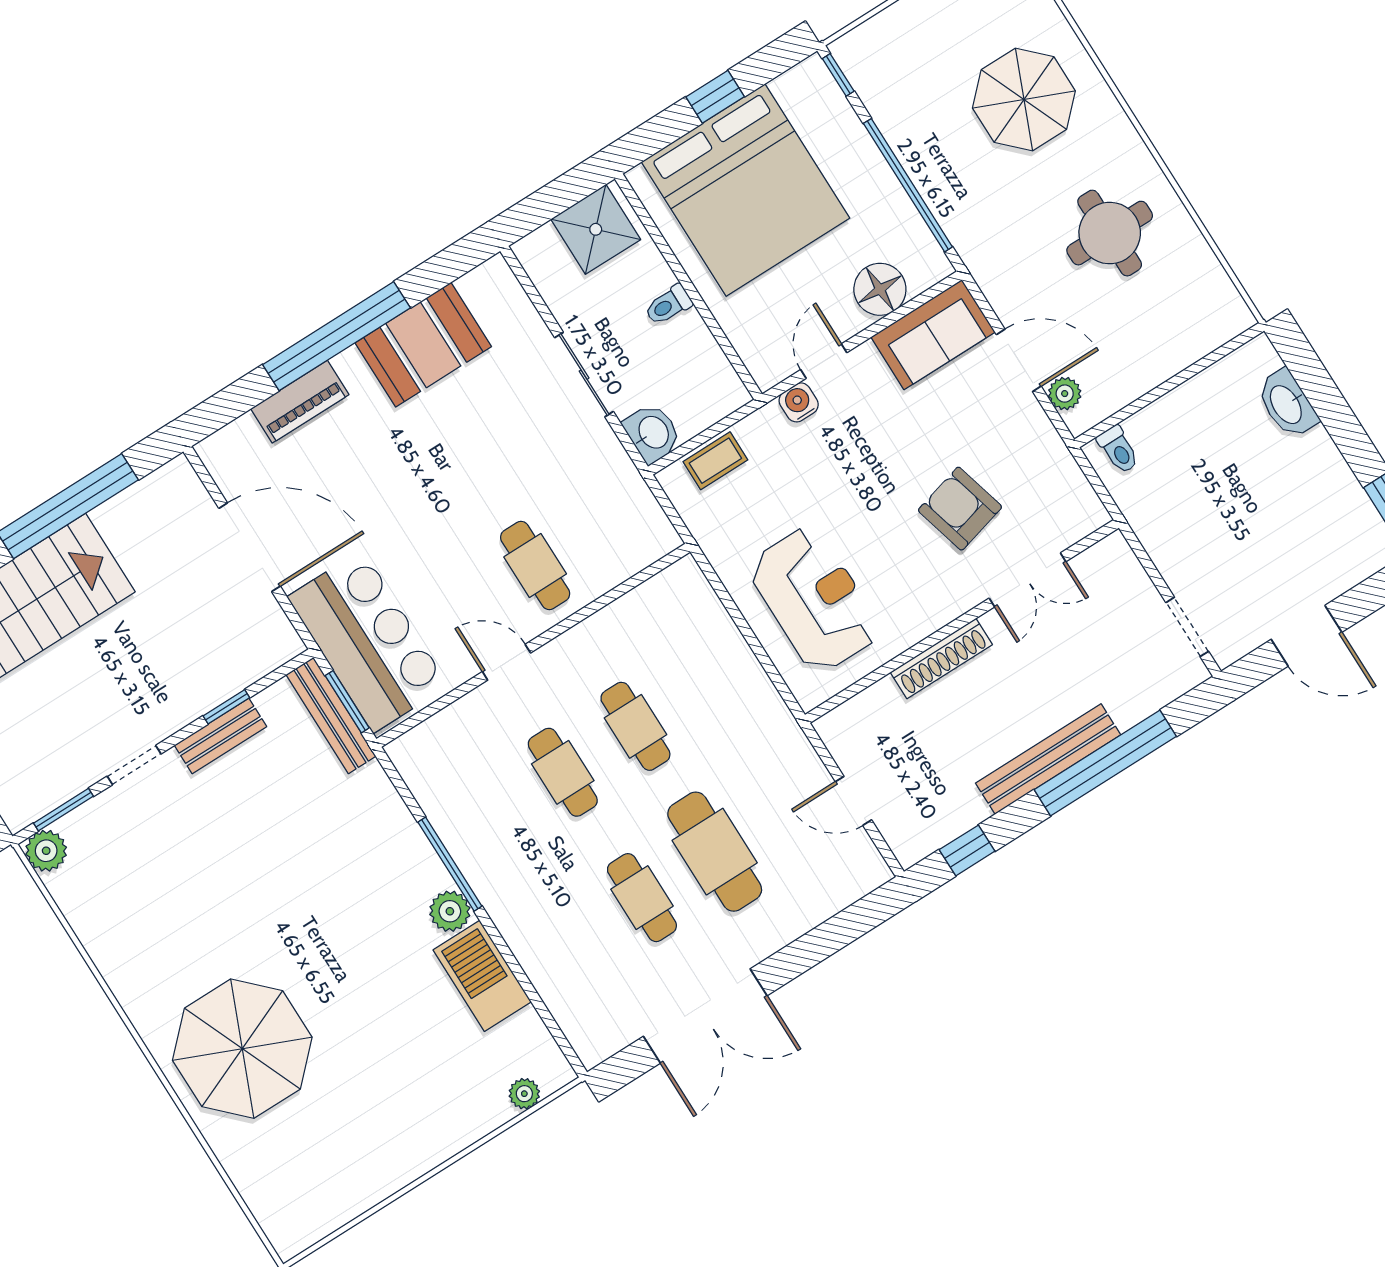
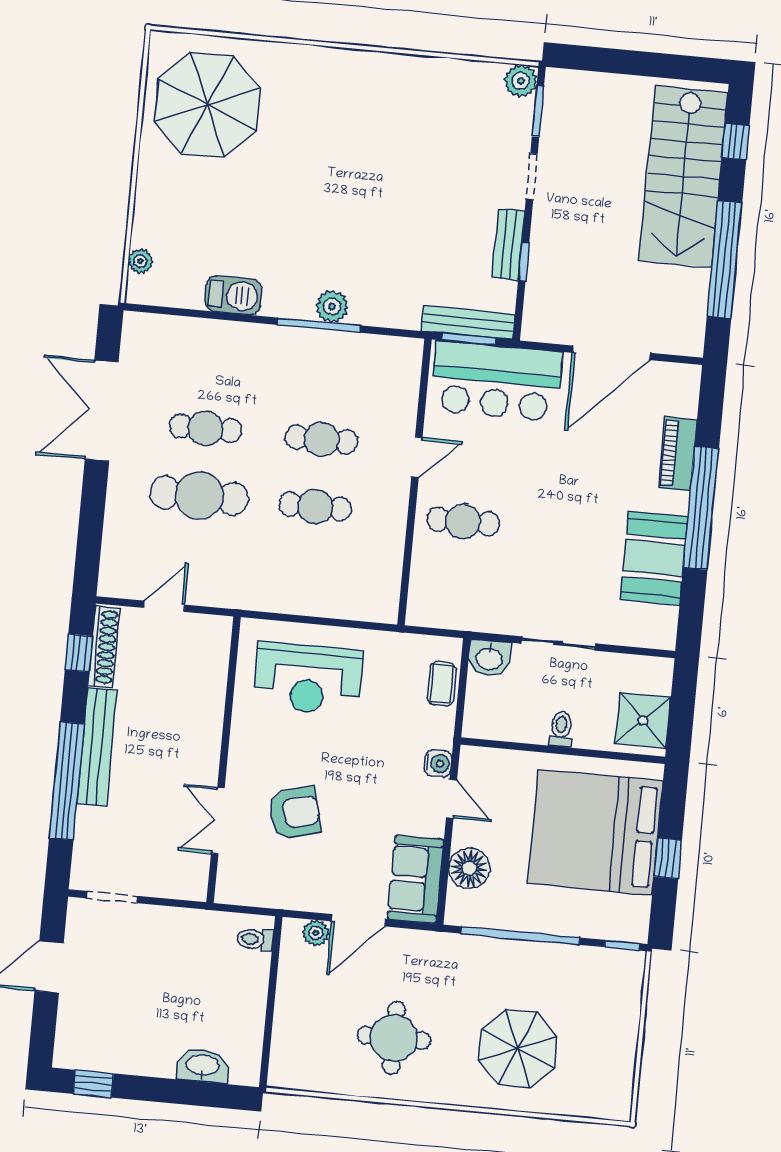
shoe rack: (941, 658) -> (104, 647), moved, turned 180
plant: (450, 911) -> (332, 307), moved
barbecue: (482, 976) -> (233, 295), width x0.73, depth x0.83
parasol: (242, 1049) -> (207, 105), moved

